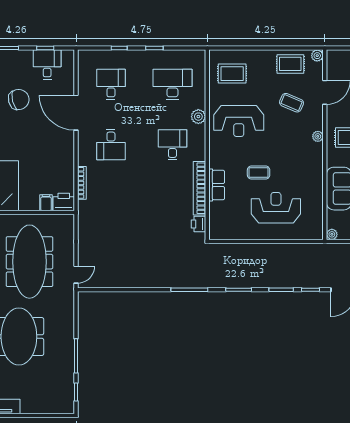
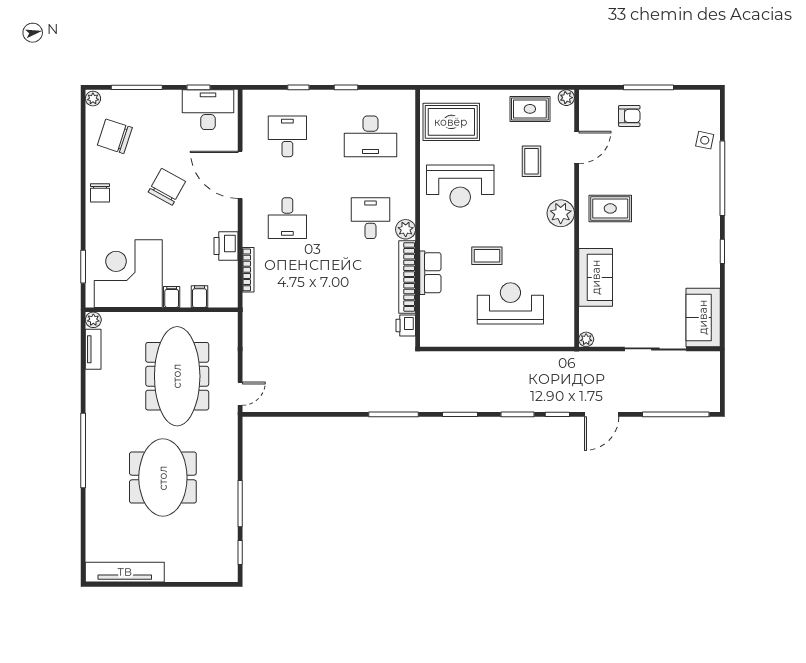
desk: (47, 65) -> (208, 110), width x1.37
rug: (232, 74) -> (451, 122), width x1.36, depth x1.43
desk: (172, 84) -> (371, 136), turned 180
chair: (19, 99) -> (167, 187), moved, turned -47
coffee table: (292, 103) -> (532, 161), turned 67
plant: (198, 117) -> (406, 229), moved
plant: (318, 136) -> (561, 213), width x1.88, depth x1.88
printer: (64, 202) -> (226, 246), moved, turned -90
filing cabinet: (25, 203) -> (172, 297), added

